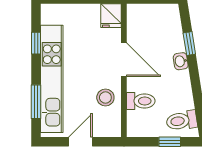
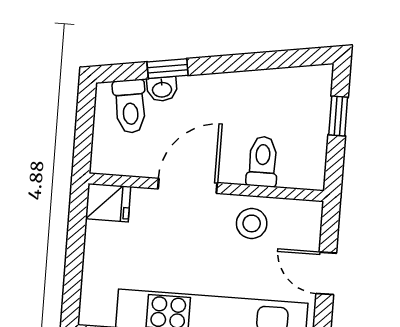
washbasin: (181, 61) -> (162, 89), moved
toilet: (182, 121) -> (130, 106), moved

